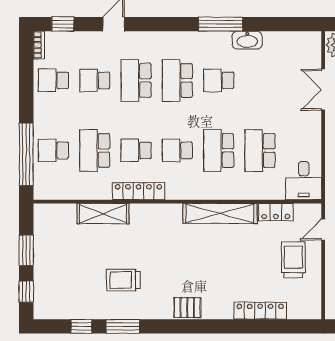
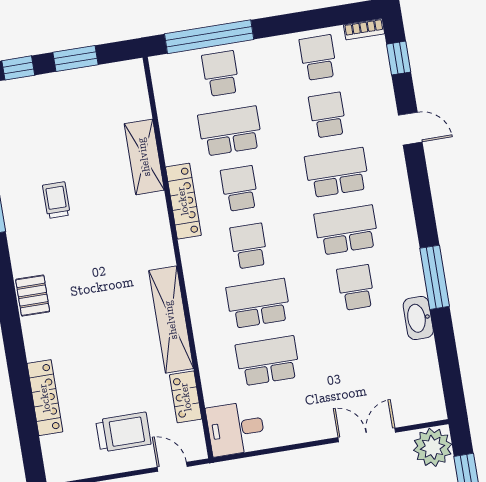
trolley: (123, 280) -> (56, 200), width x0.73, depth x0.72

